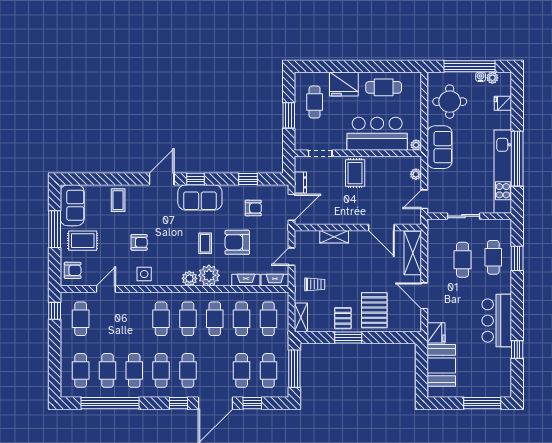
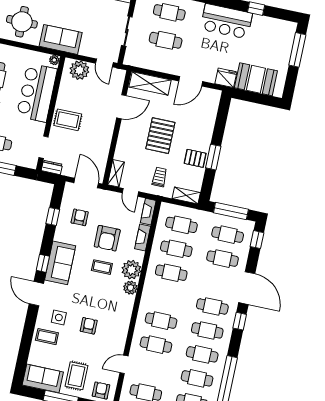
plant: (416, 174) -> (79, 70), width x1.88, depth x1.88
dresser: (300, 182) -> (52, 167), moved
shelving: (334, 237) -> (116, 173), moved
side table: (144, 274) -> (59, 317), moved
door: (106, 289) -> (124, 364), hinge flipped
pallet: (374, 310) -> (160, 136), moved, turned 90
cafe table: (188, 319) -> (156, 345), moved
window: (252, 403) -> (257, 240), moved

